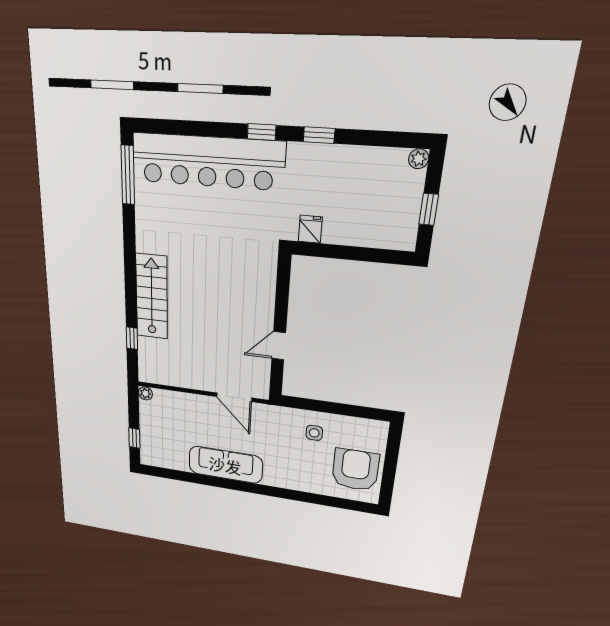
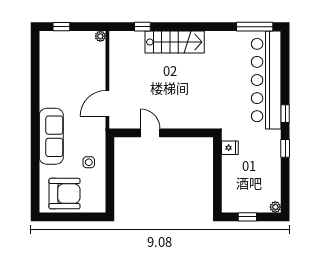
sofa: (225, 465) -> (51, 136), moved

